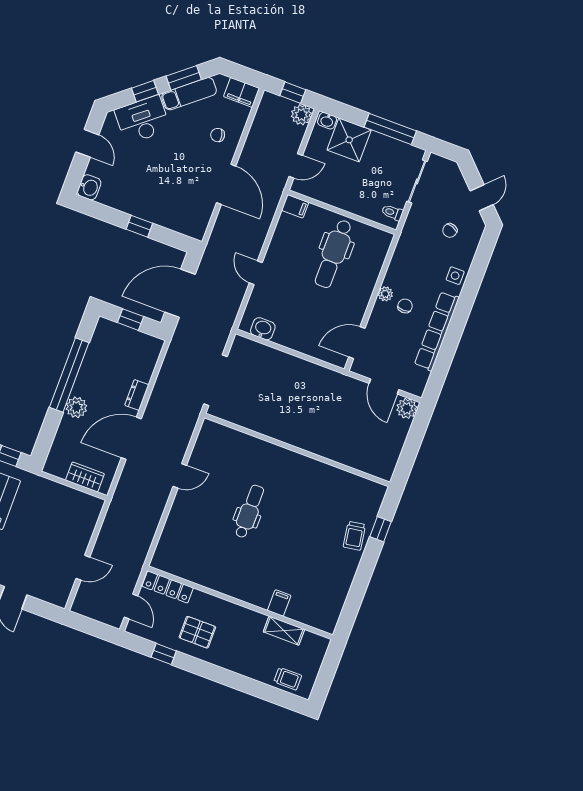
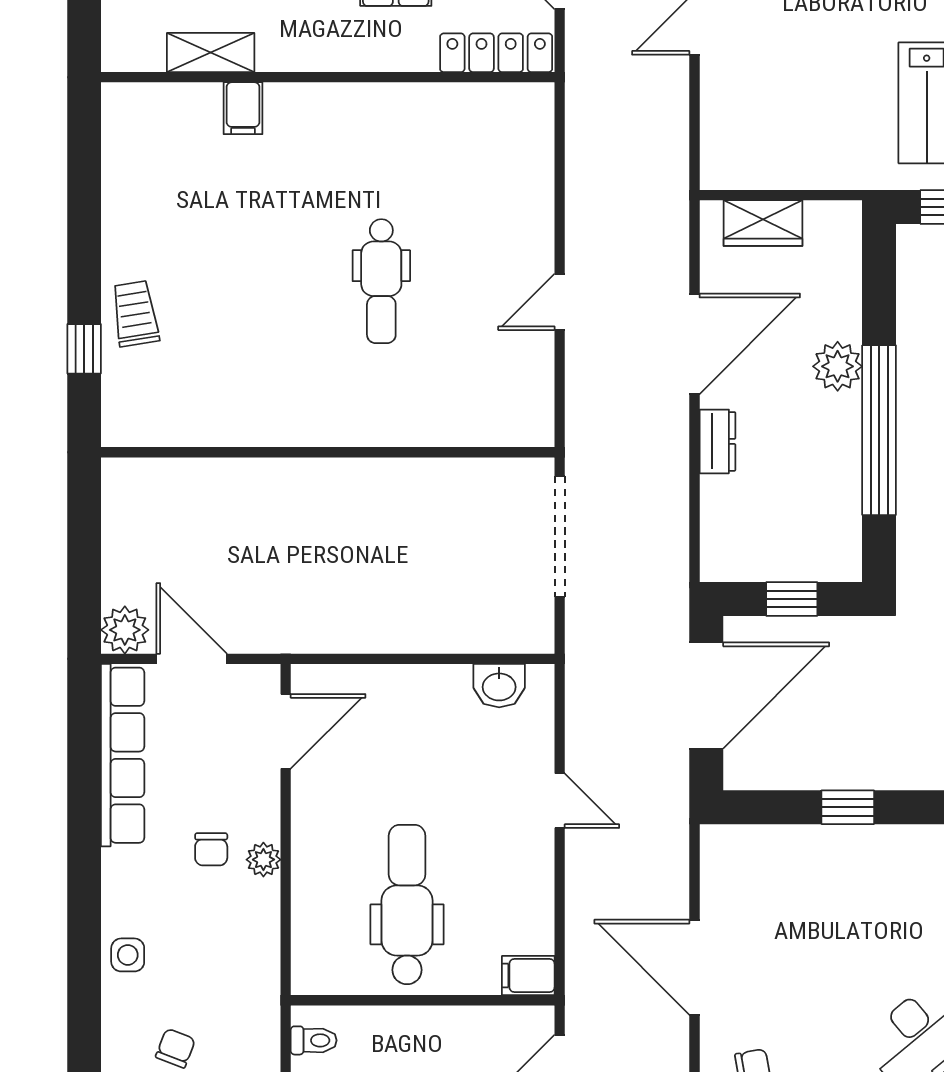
row of seats: (437, 331) -> (123, 755), moved

